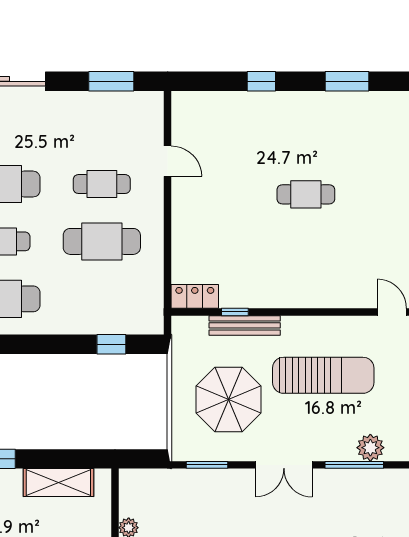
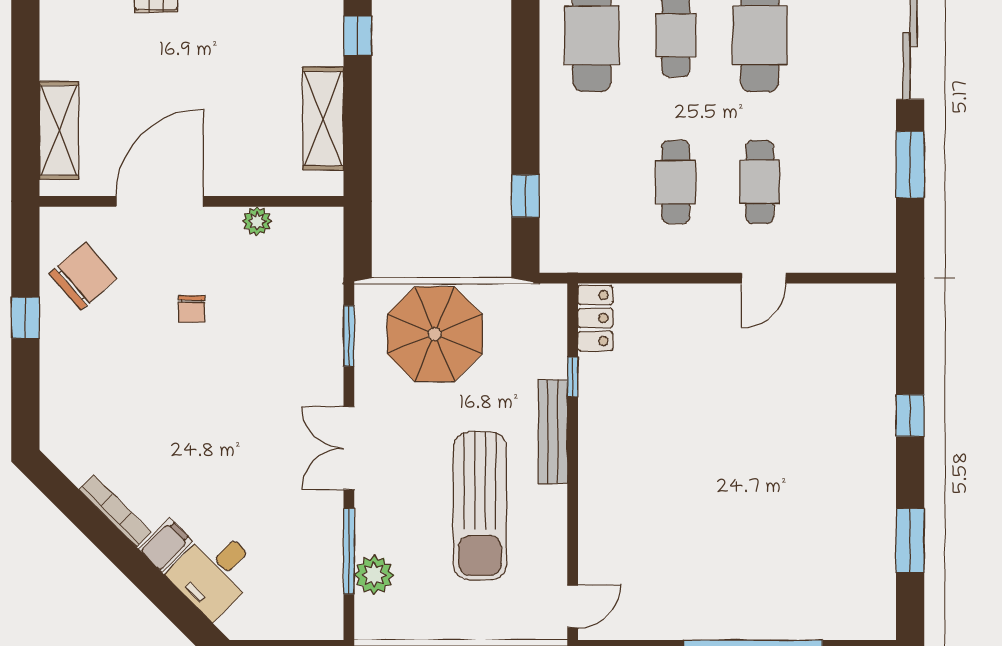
window: (111, 81) -> (910, 165), moved
door: (168, 161) -> (764, 278), moved
cafe table: (306, 194) -> (745, 481), removed
cafe table: (102, 241) -> (676, 182), width x0.73, depth x0.74
bench: (245, 325) -> (553, 432), moved
parasol: (229, 399) -> (435, 334), moved

